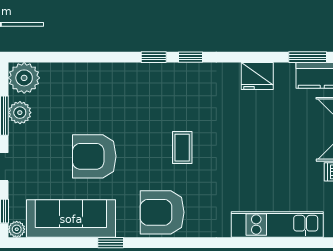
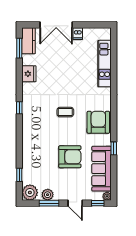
window: (154, 57) -> (19, 175), moved
armchair: (94, 156) -> (70, 157), turned -90
armchair: (162, 212) -> (98, 122), turned 180

